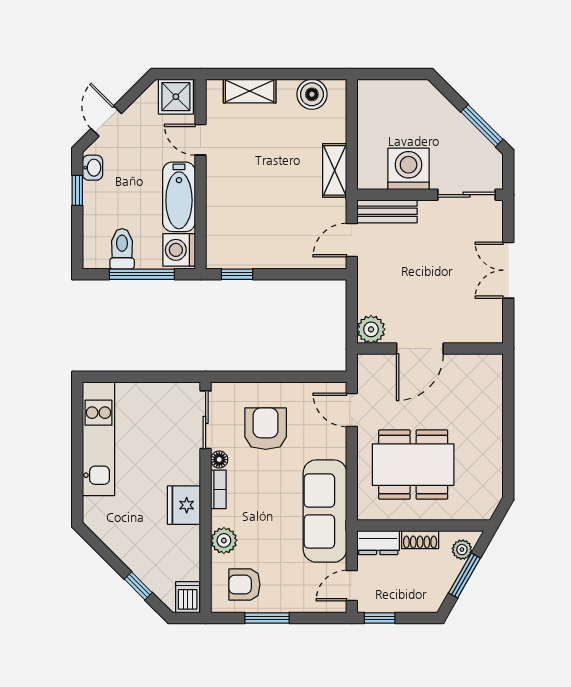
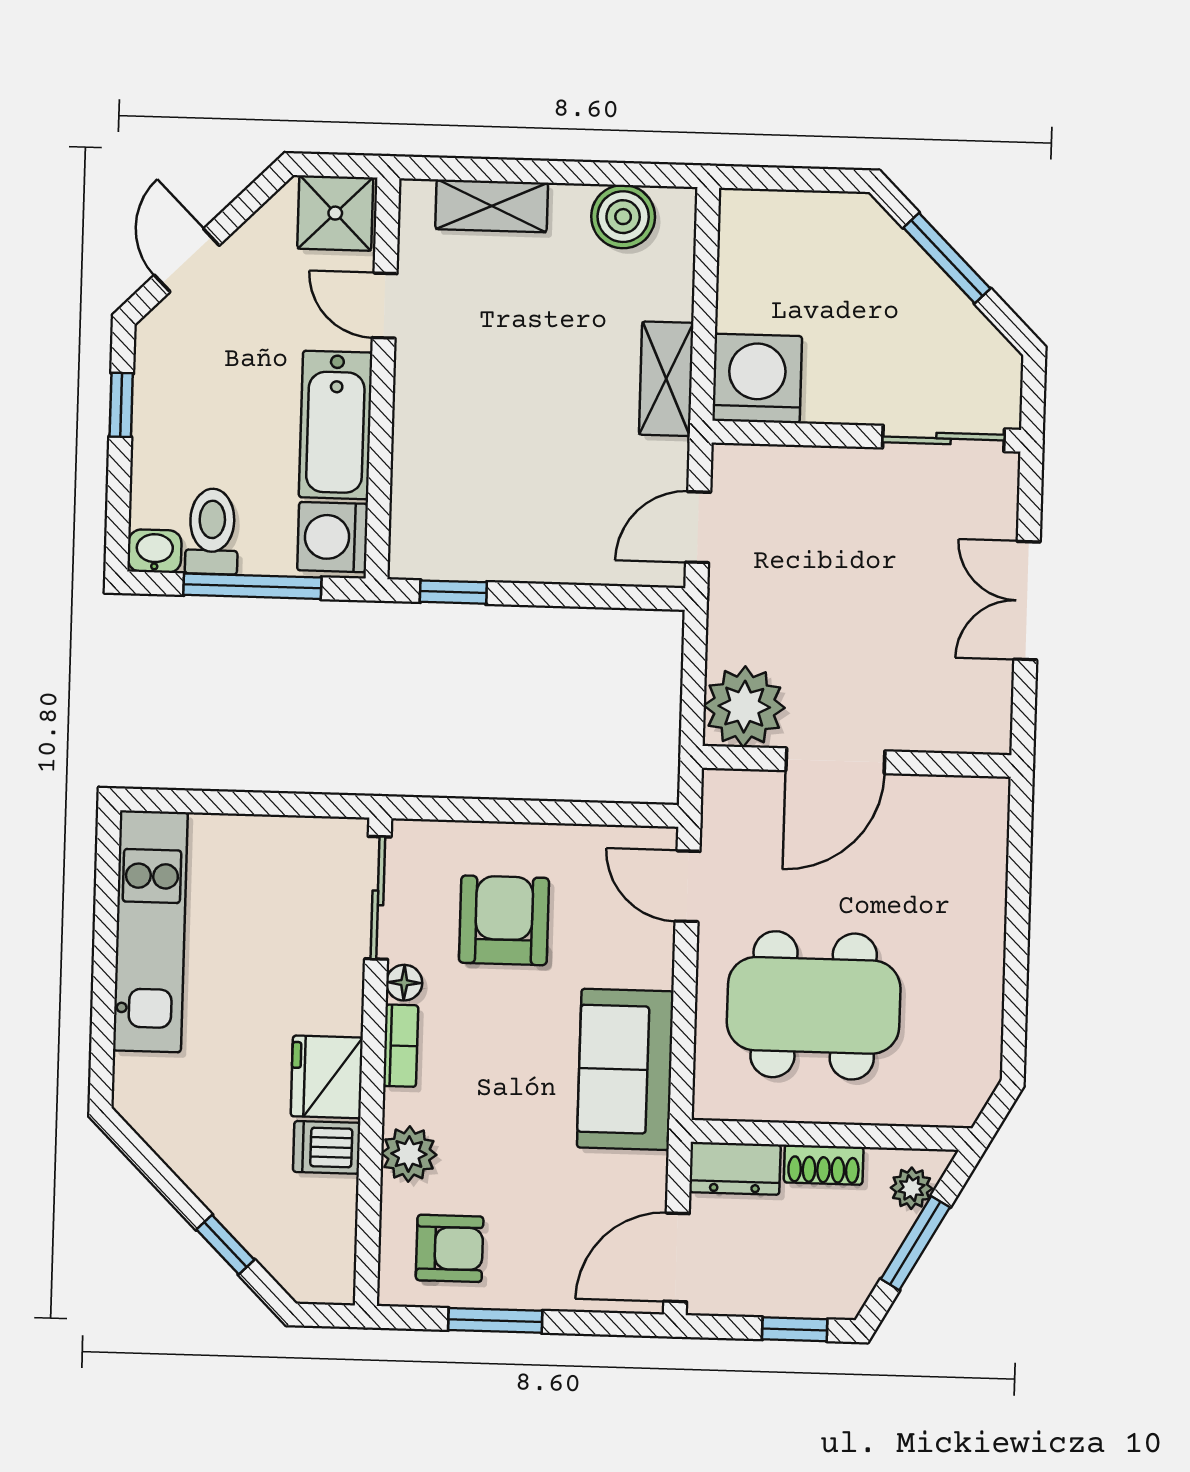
window: (482, 126) -> (947, 258), moved
washbasin: (93, 168) -> (155, 551), moved, turned -90
washing machine: (409, 169) -> (757, 378), moved
bench: (387, 211) -> (774, 469), removed
plant: (371, 329) -> (744, 707), width x1.36, depth x1.36
sofa: (325, 511) -> (625, 1069), width x0.73
armchair: (244, 585) -> (450, 1248), turned 180
door: (352, 586) -> (676, 1257), width x1.38
dishwasher: (188, 597) -> (327, 1147), moved, turned -90
window: (380, 618) -> (795, 1329), moved

